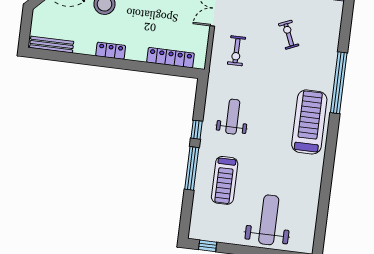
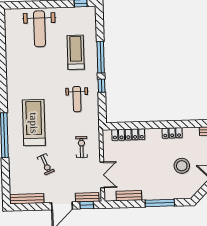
treadmill: (309, 122) -> (34, 123), moved, turned 180

